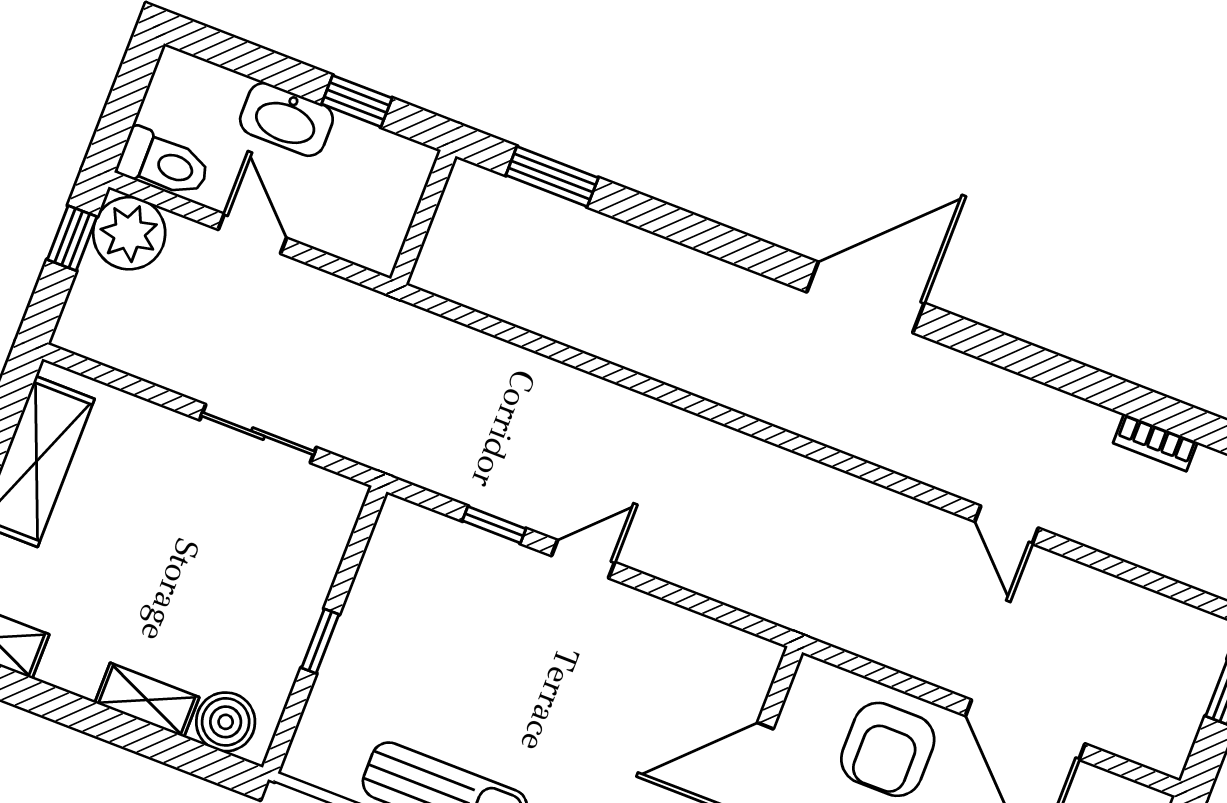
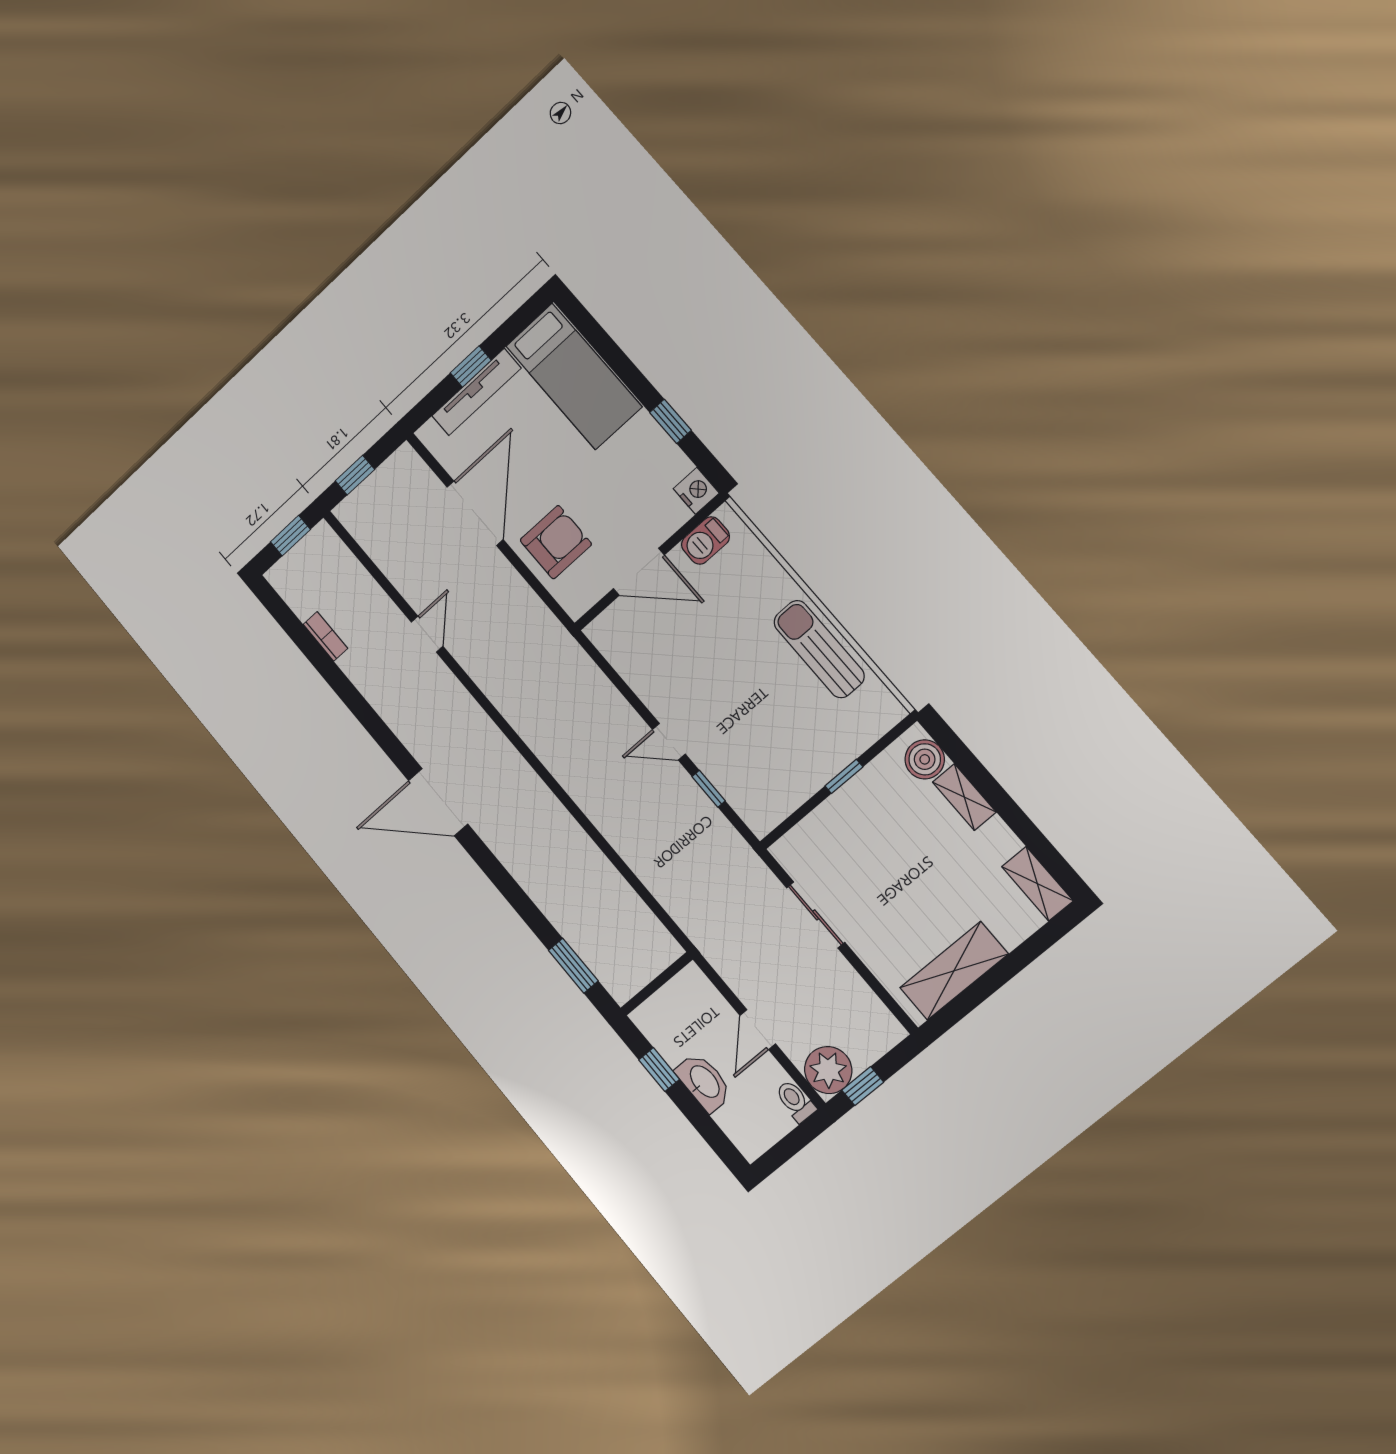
toilet: (164, 163) -> (795, 1101), width x0.73, depth x0.72

